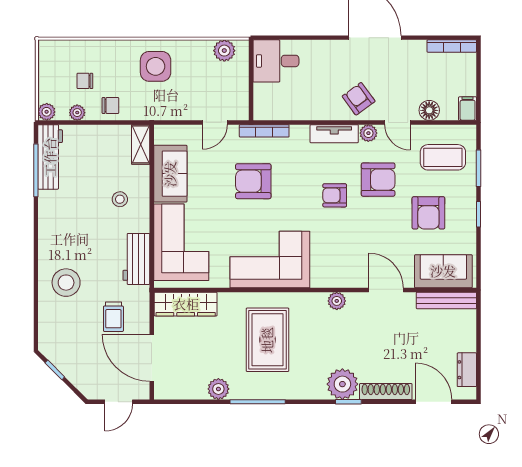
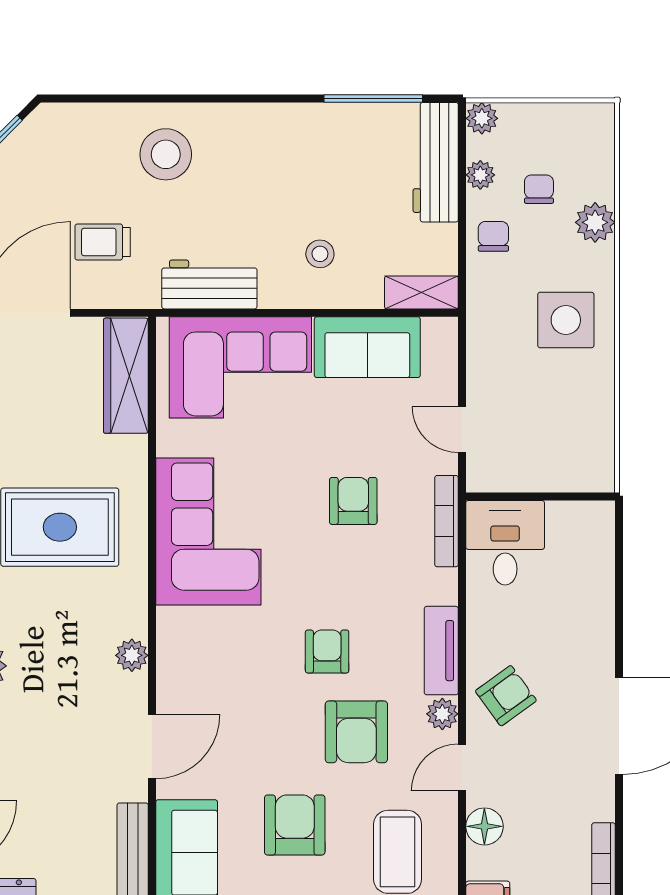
plant: (224, 51) -> (595, 222), moved
desk: (276, 61) -> (505, 543), moved
chair: (110, 106) -> (493, 236), turned 180
workbench: (50, 157) -> (436, 162), moved, turned 90
armchair: (253, 181) -> (353, 501), width x0.72, depth x0.72
armchair: (428, 213) -> (295, 825), turned 90

